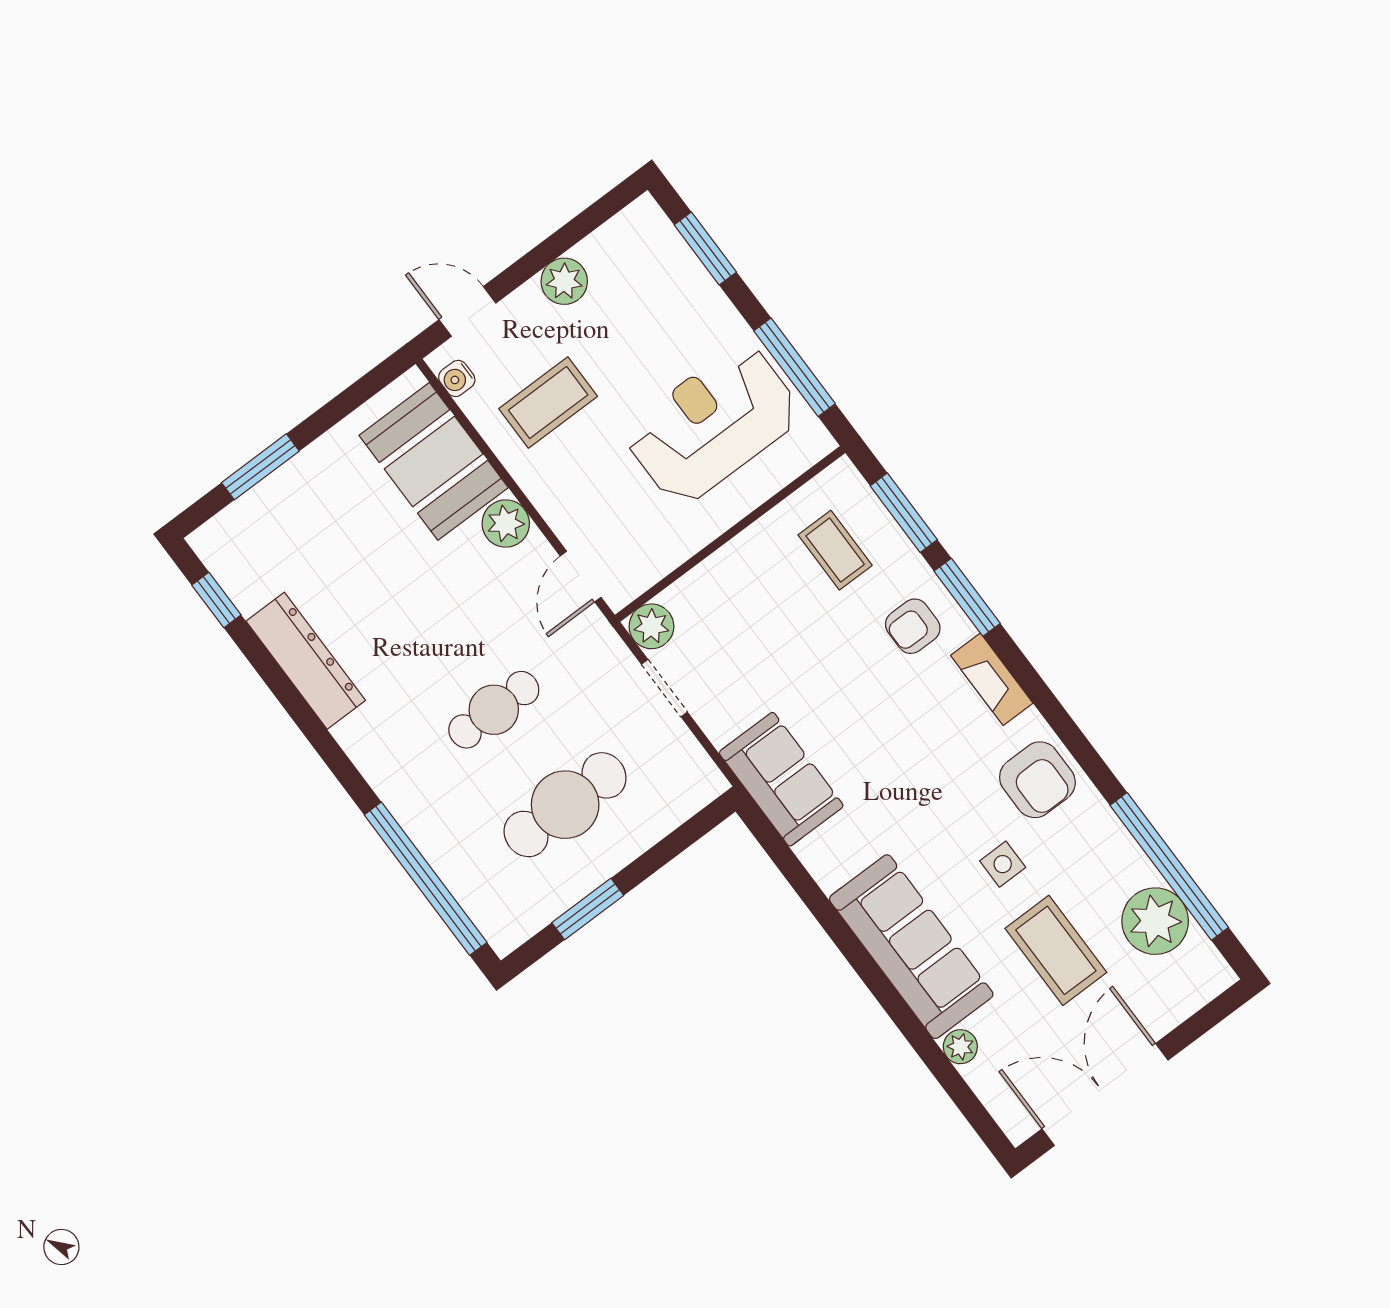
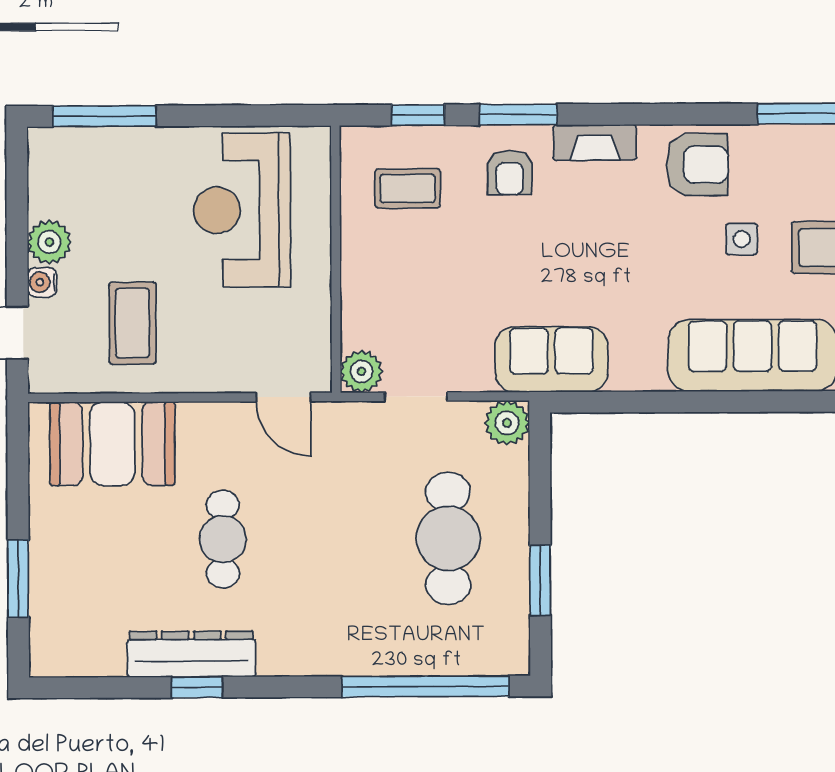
window: (705, 249) -> (104, 116), width x1.44
window: (795, 367) -> (245, 116), removed
water cooler: (457, 378) -> (42, 282), moved, turned 90
window: (904, 513) -> (418, 115), width x0.67
plant: (506, 523) -> (507, 423), moved
window: (216, 600) -> (197, 687), moved
cafe table: (494, 710) -> (223, 539), moved

